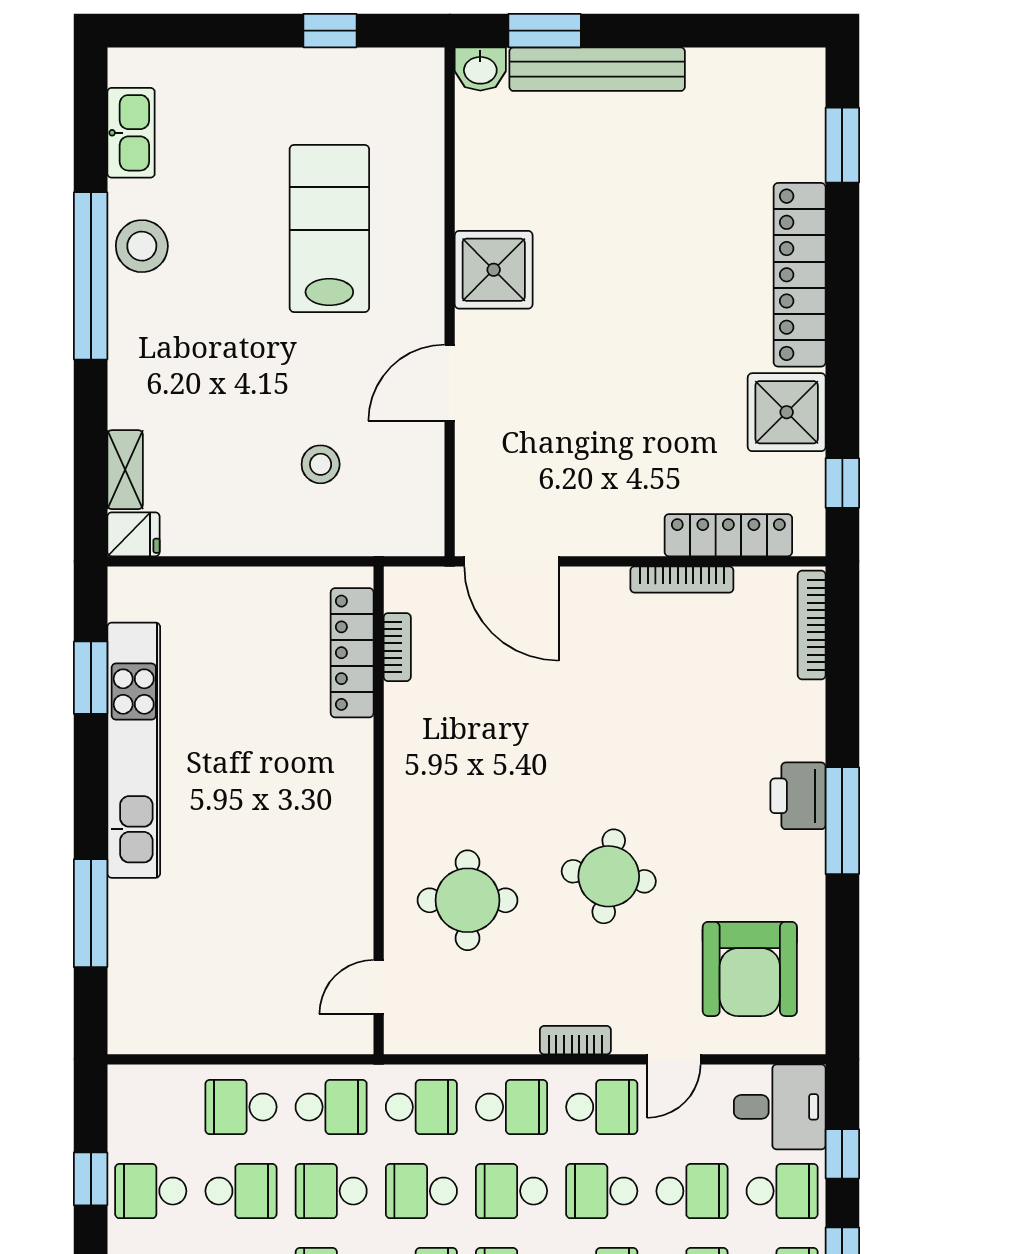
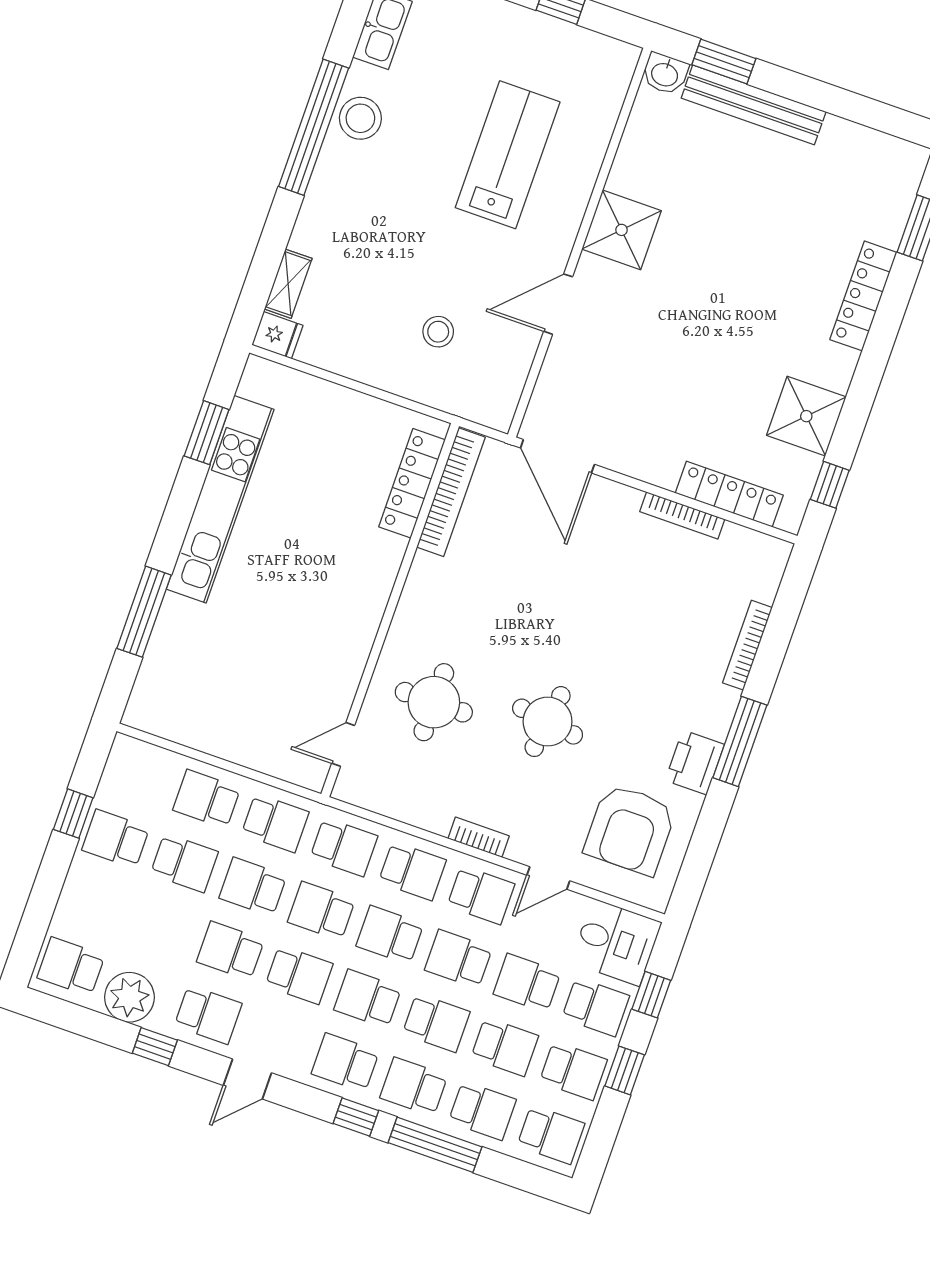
locker: (800, 275) -> (863, 296), width x0.71, depth x0.83
bookcase: (812, 625) -> (747, 645), moved
bookcase: (397, 647) -> (451, 492), width x2.31, depth x1.31
printer: (798, 796) -> (695, 762), moved
school desk: (692, 1191) -> (527, 983), turned 180

